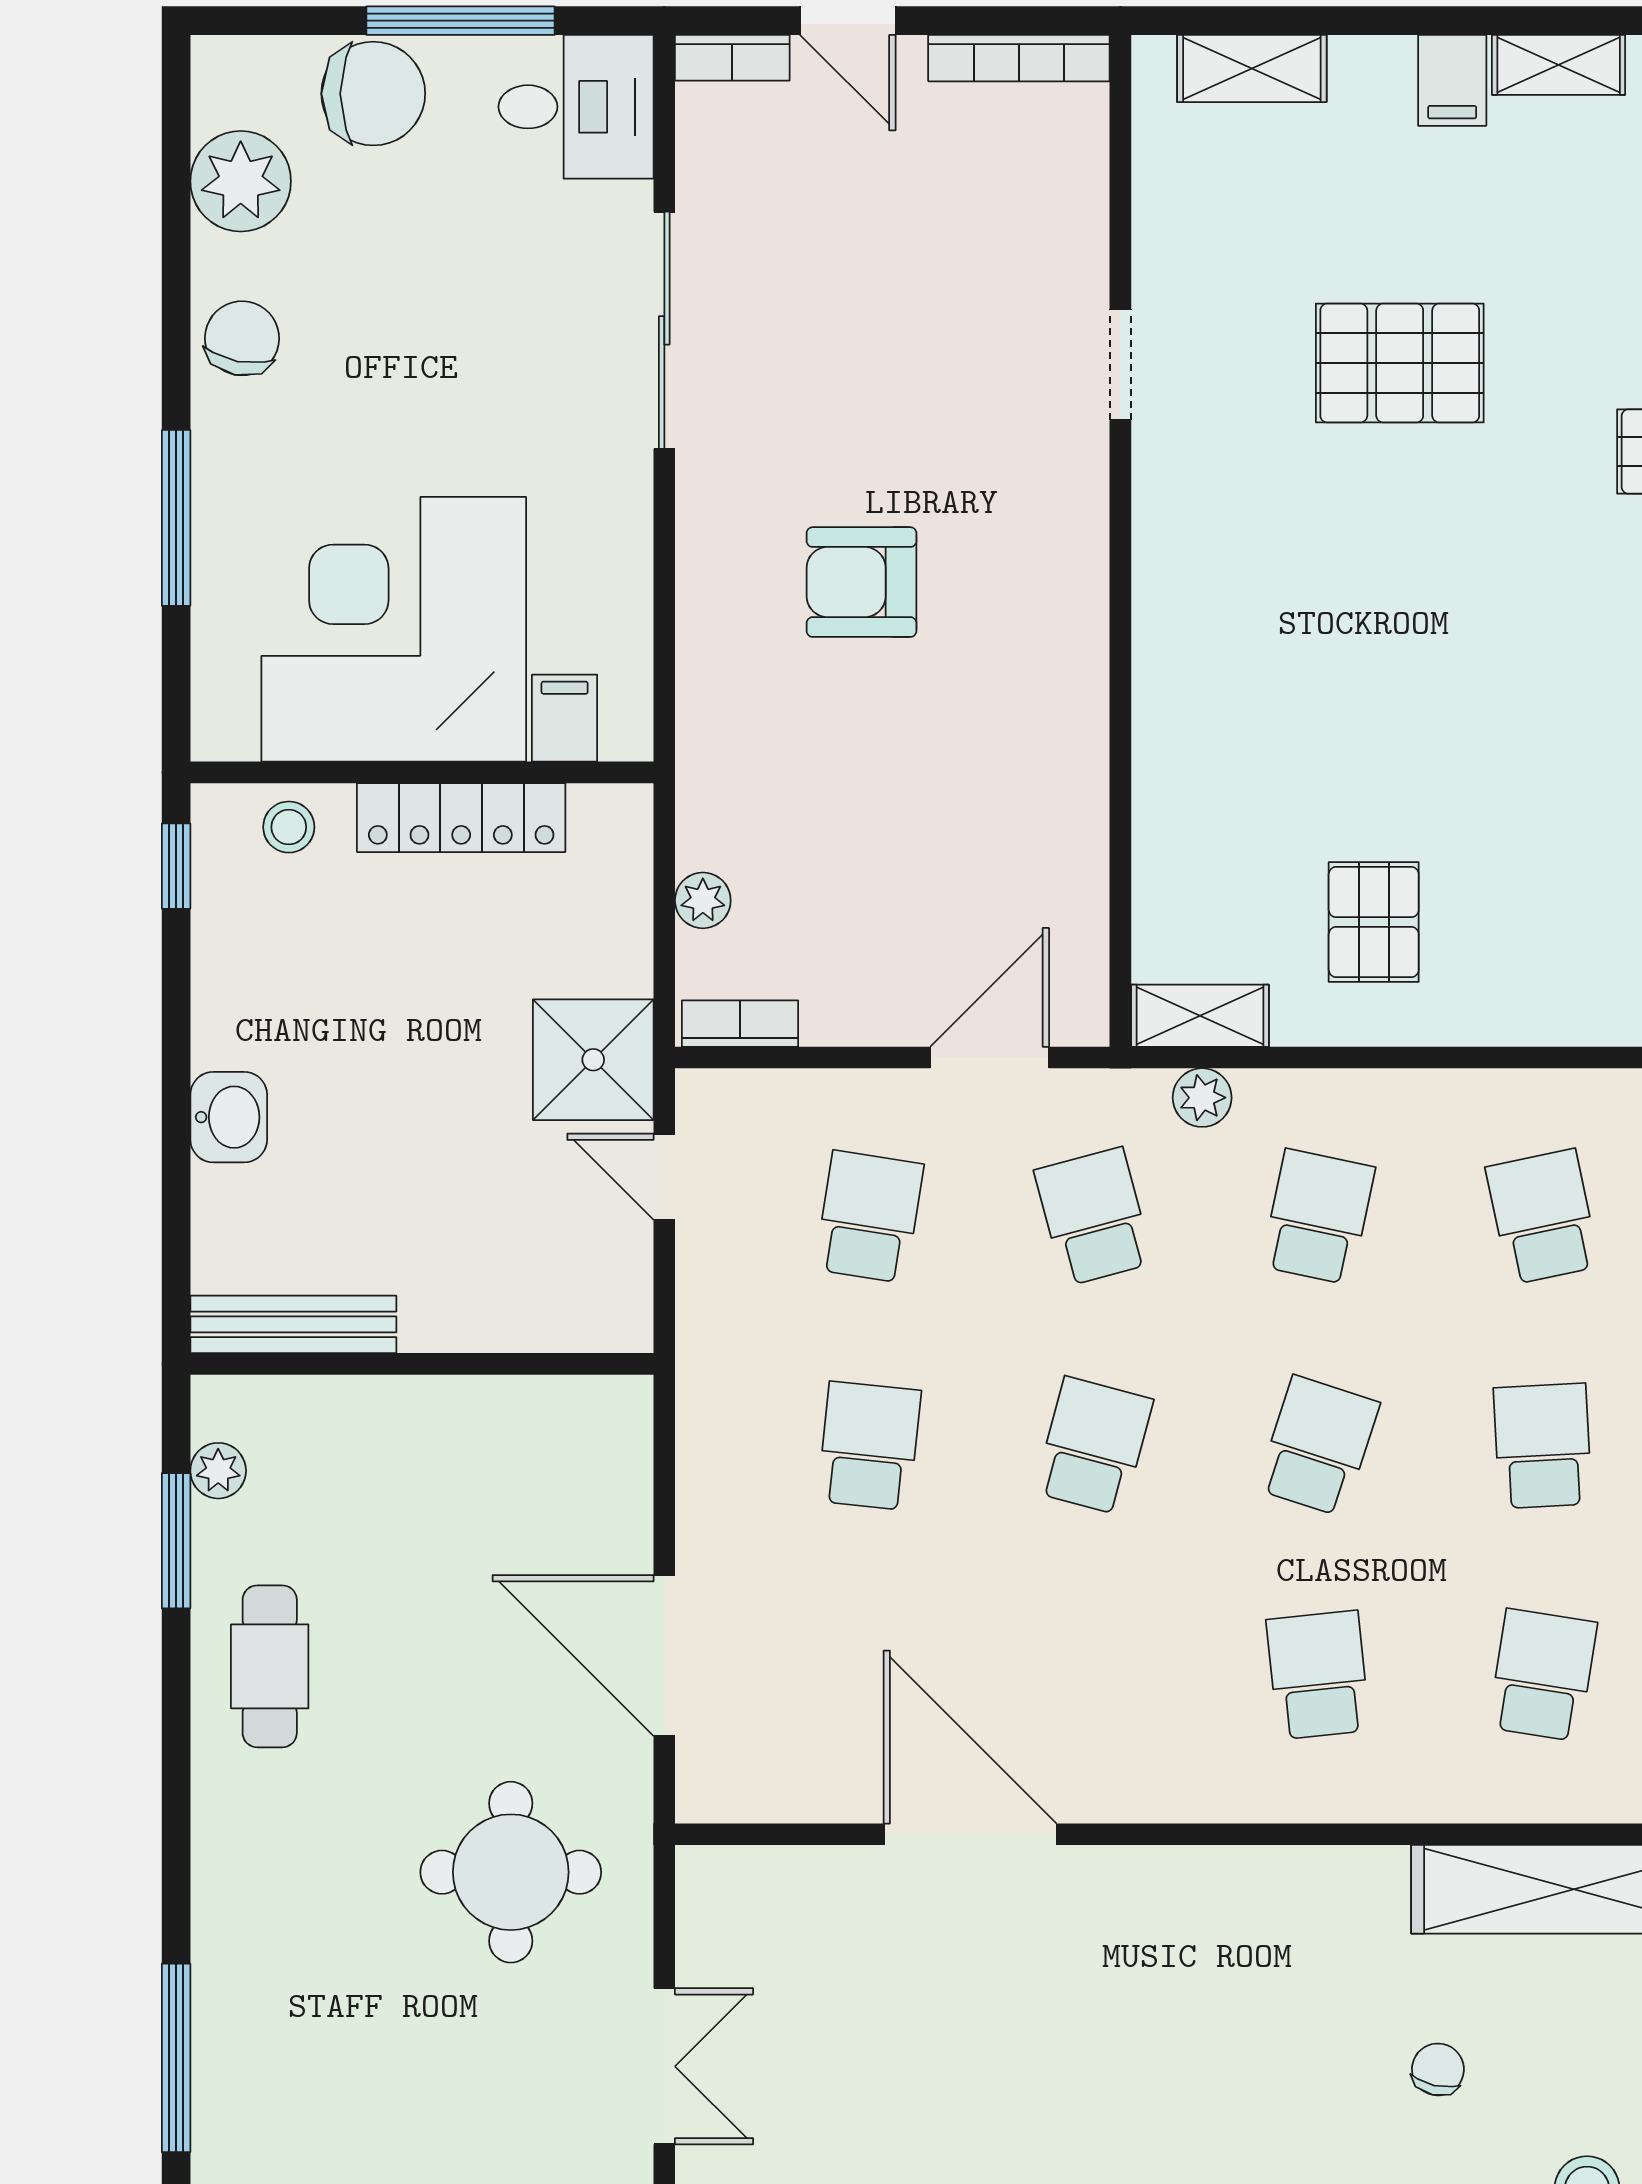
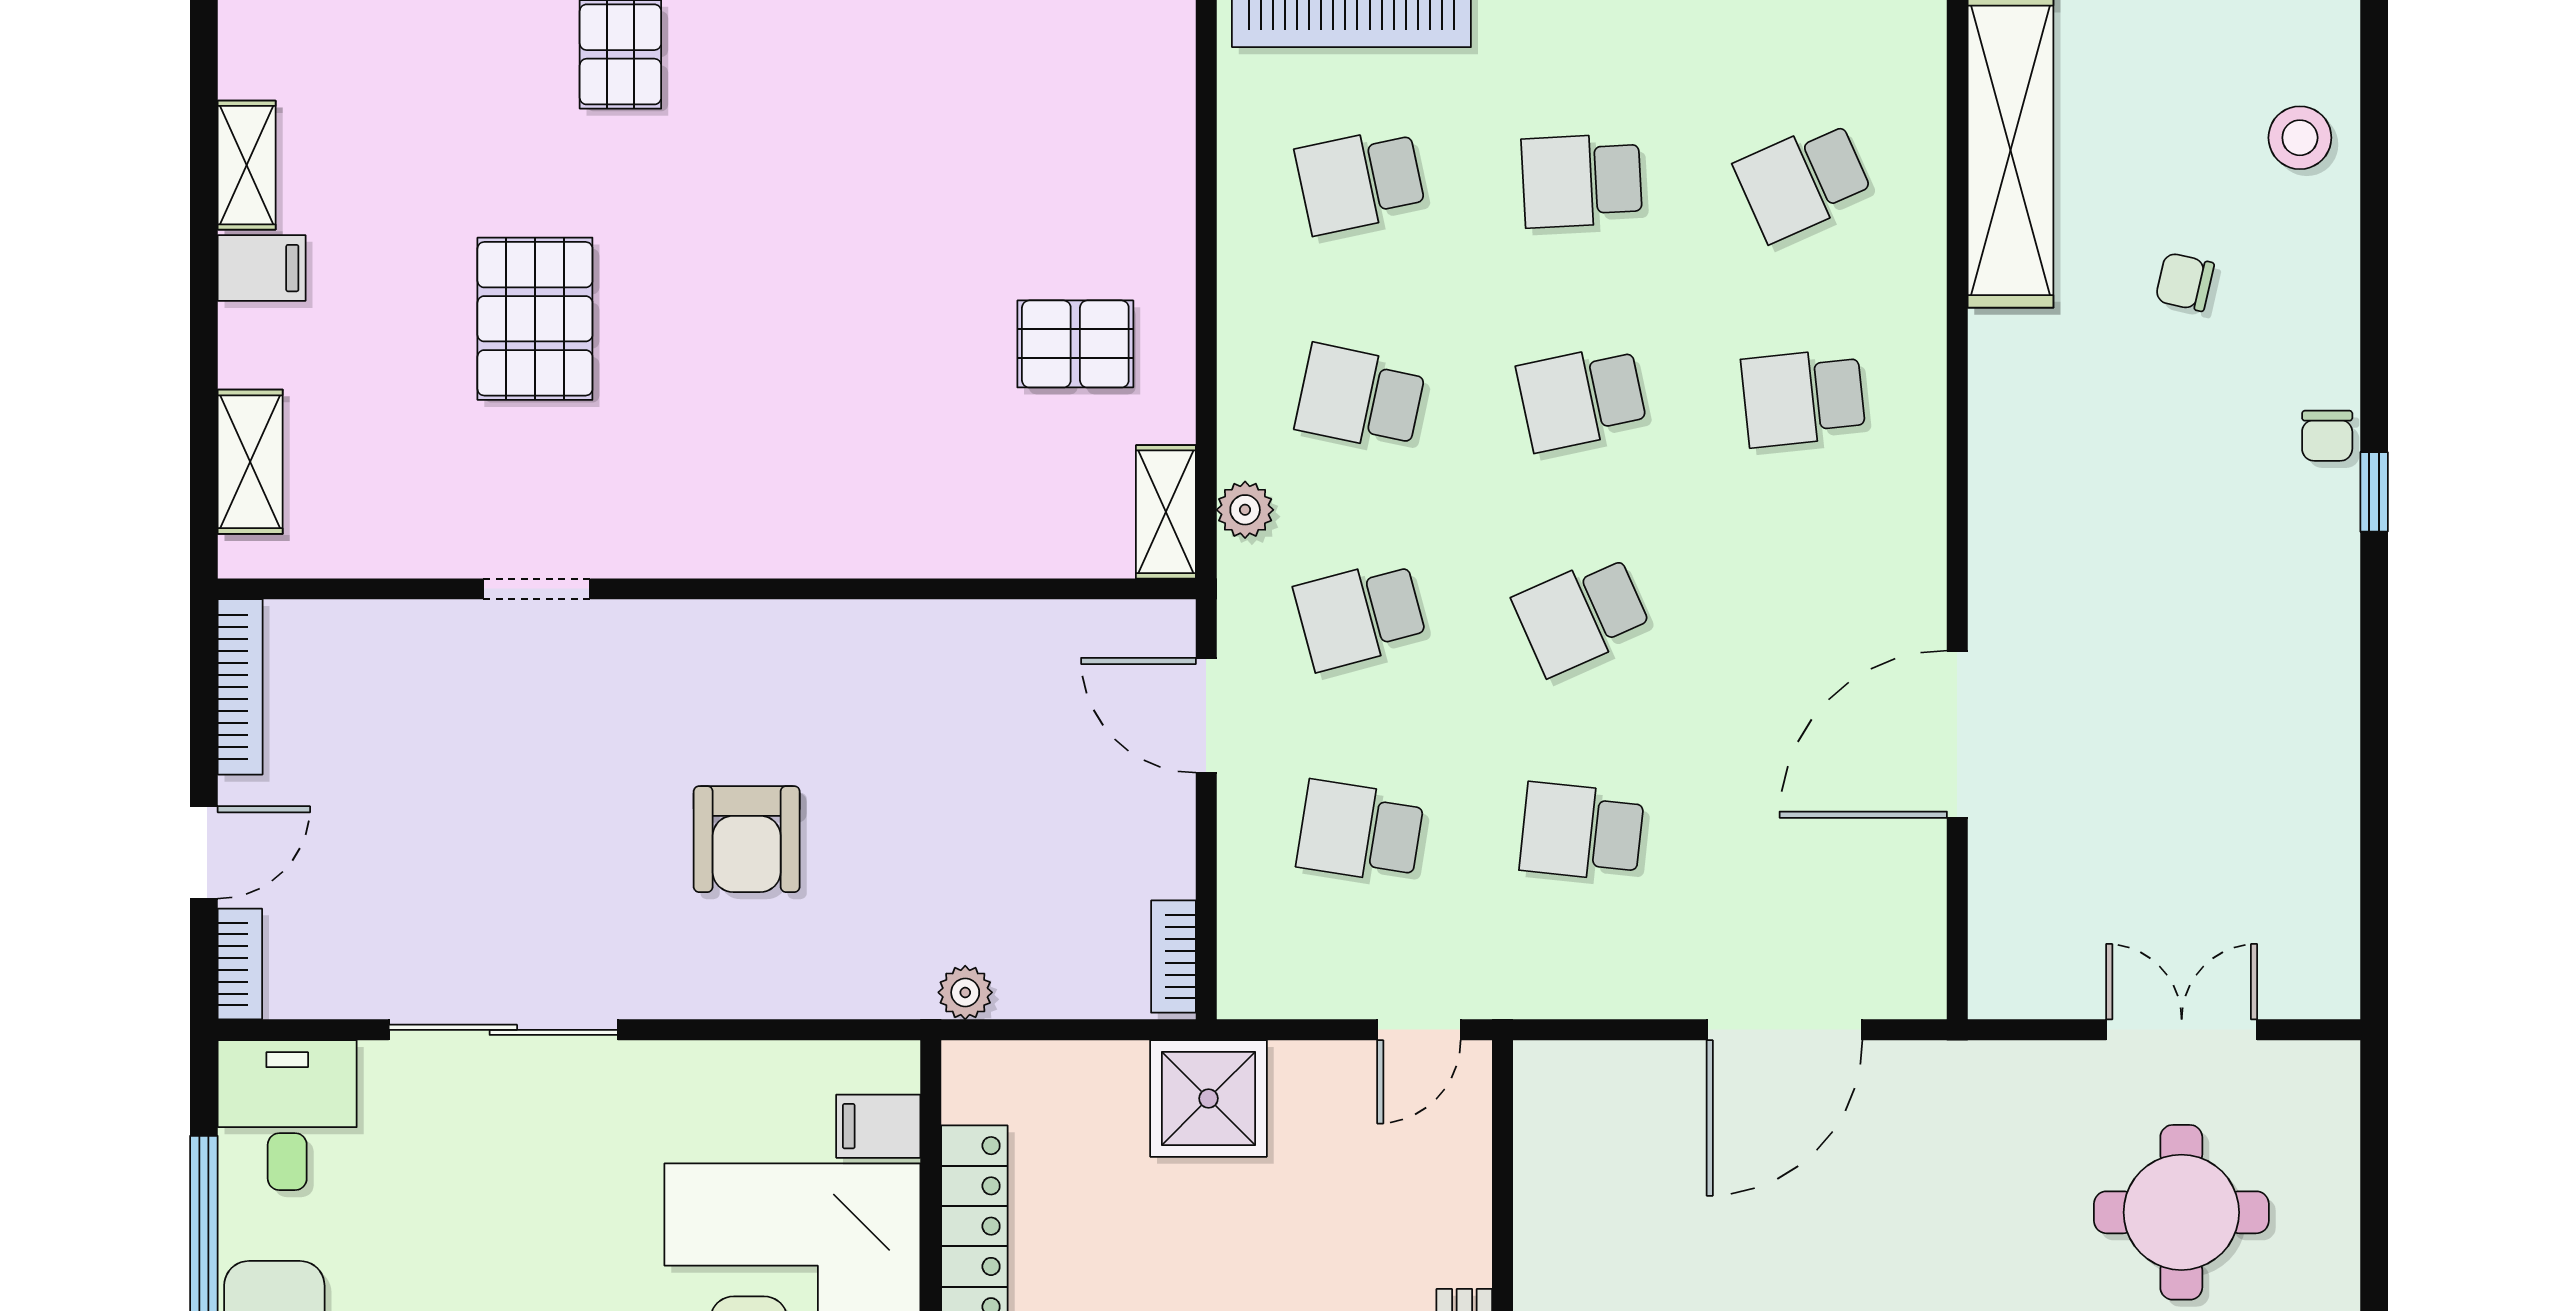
plant: (703, 900) -> (965, 992), moved
door: (664, 1177) -> (1419, 1030), moved
school desk: (1094, 1446) -> (1582, 615), turned -39
school desk: (1318, 1446) -> (1582, 398), turned -30
school desk: (1543, 1675) -> (1803, 181), turned -33
round table: (511, 1872) -> (2181, 1212), moved

